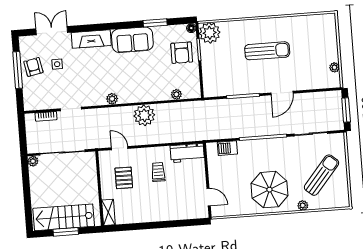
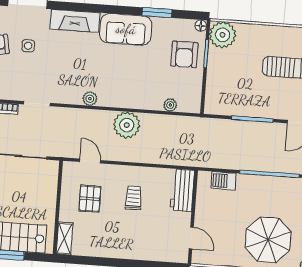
workbench: (187, 153) -> (182, 190), moved, turned 90

